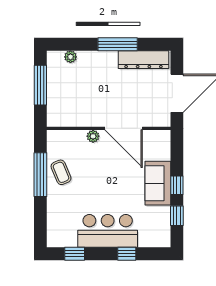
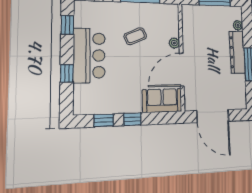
dresser: (143, 60) -> (237, 52), moved
coffee table: (61, 172) -> (135, 36), moved
sofa: (158, 183) -> (162, 101), moved

